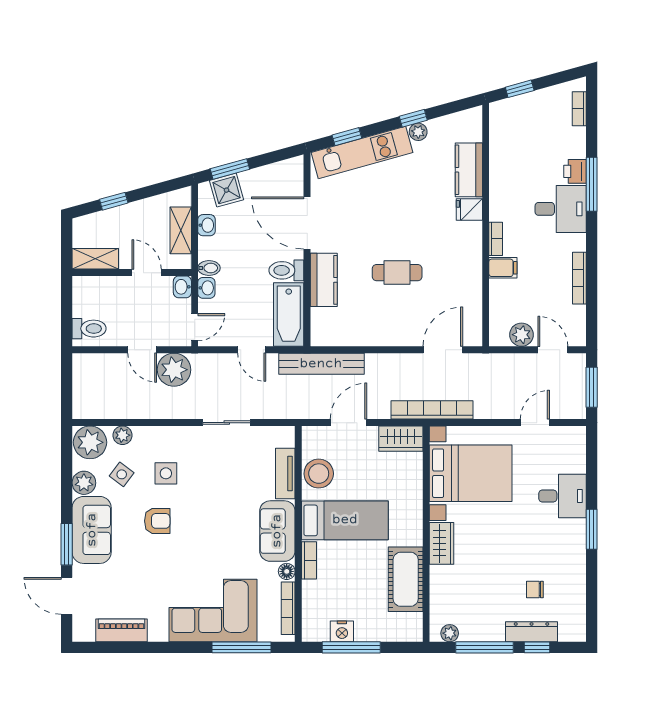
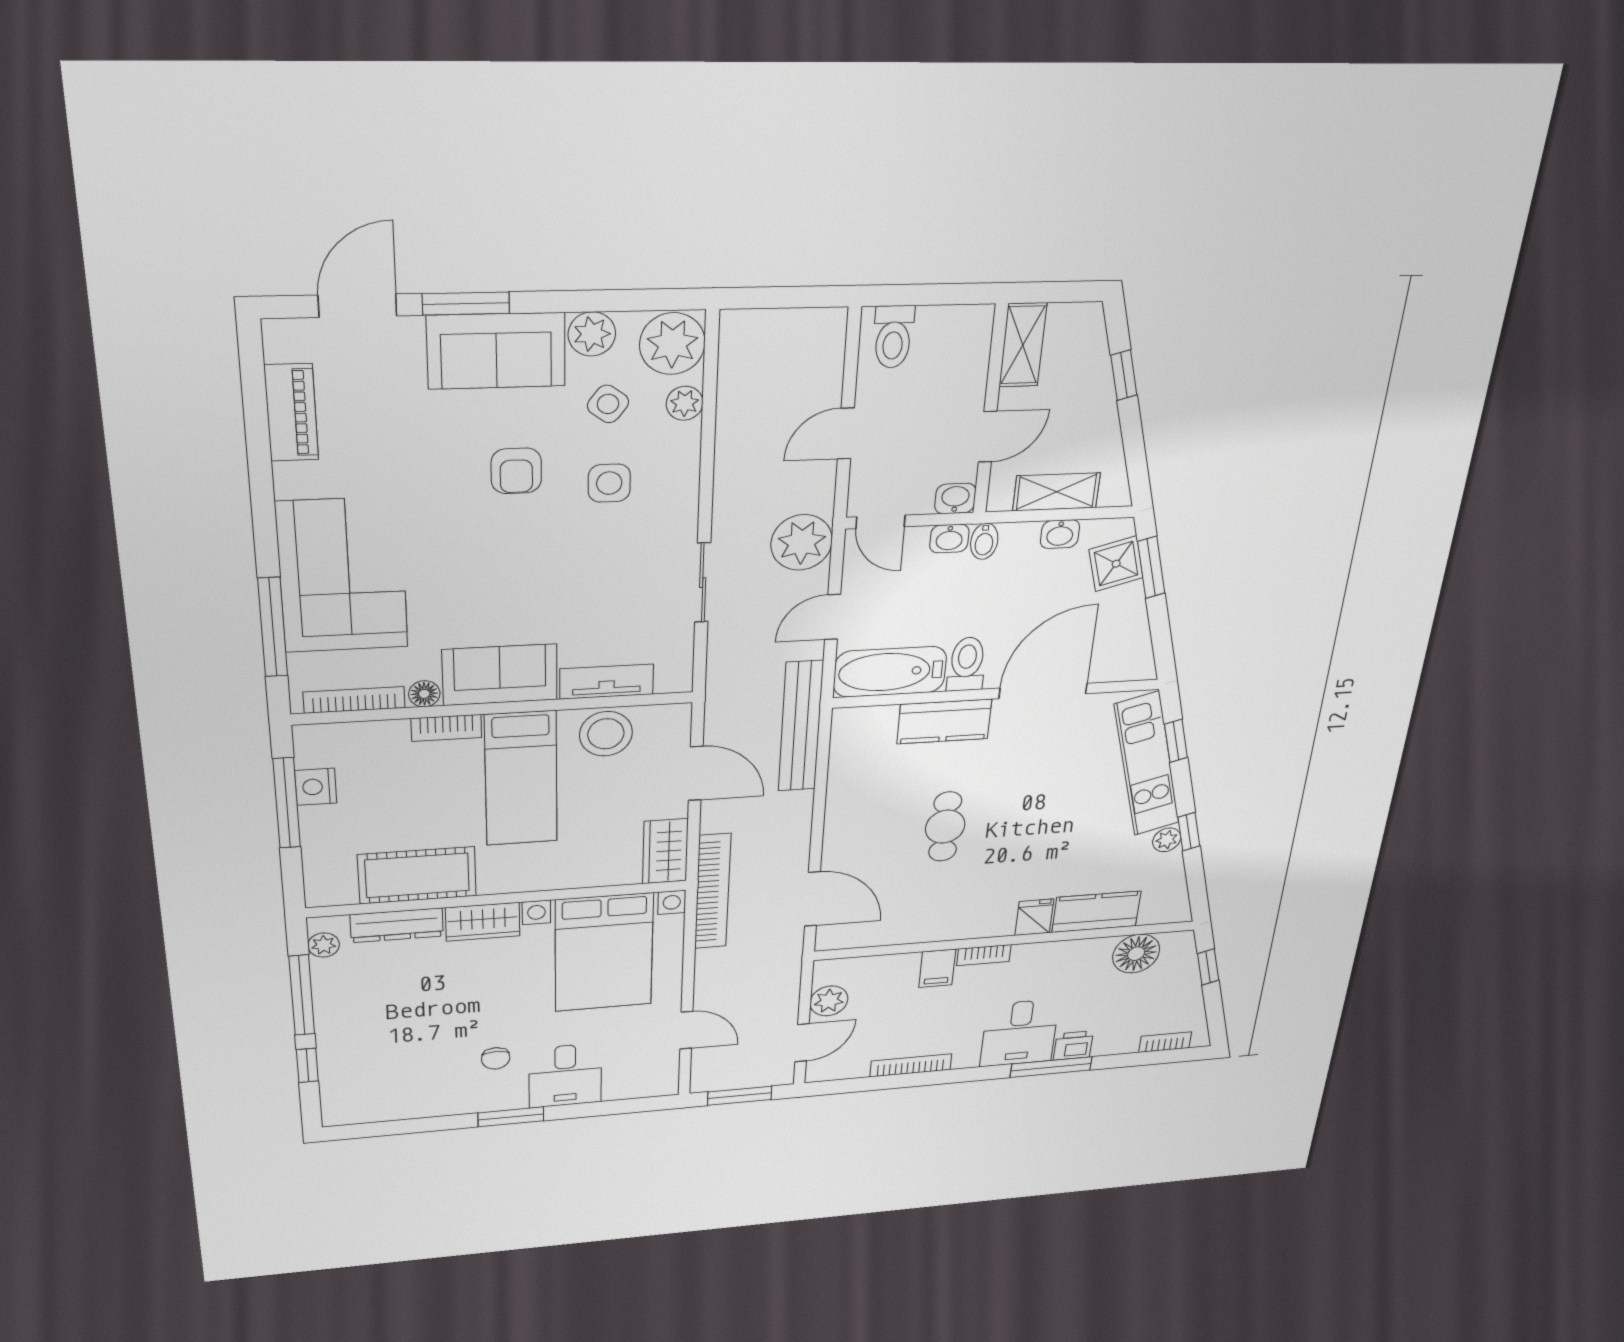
floor lamp: (504, 139) -> (1136, 954), added
plant: (174, 370) -> (802, 542), moved
chair: (535, 590) -> (496, 1058), moved, turned 180
dresser: (532, 632) -> (397, 925), moved, turned 90

